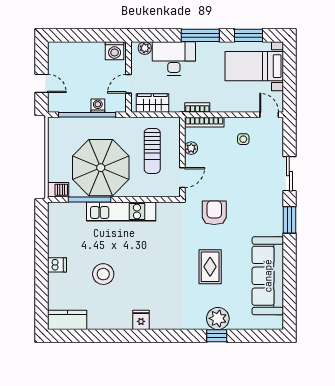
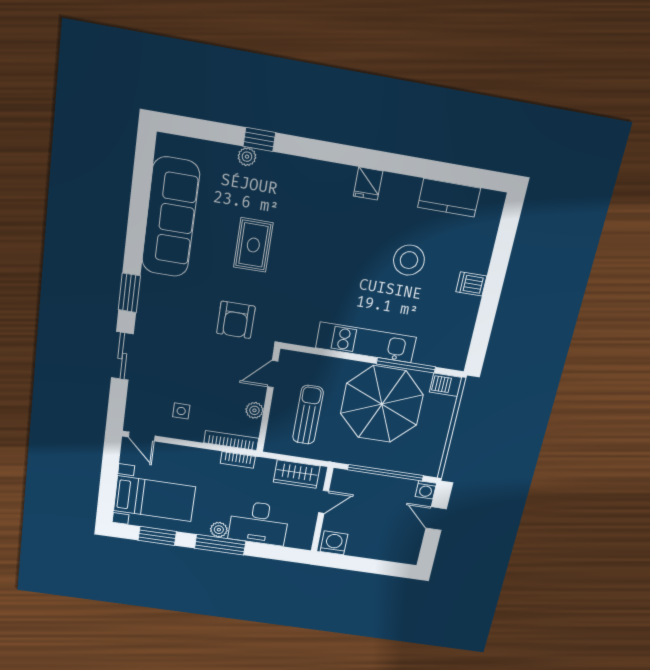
plant: (145, 48) -> (219, 530), moved
washing machine: (98, 106) -> (426, 490), moved
plant: (218, 318) -> (247, 157), width x0.53, depth x0.53
kitchen counter: (67, 320) -> (449, 198), moved

